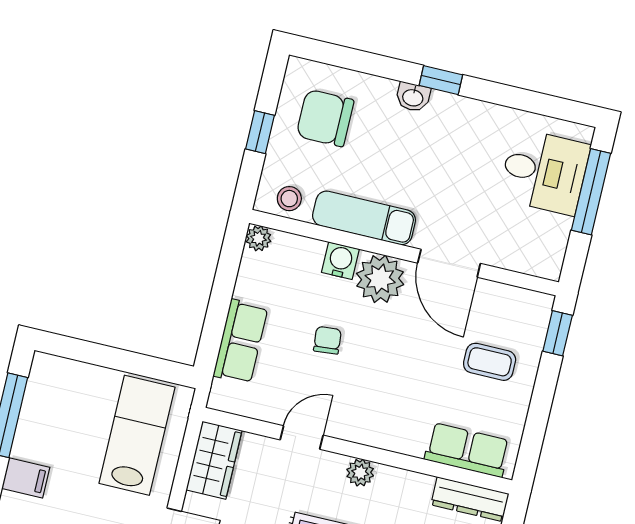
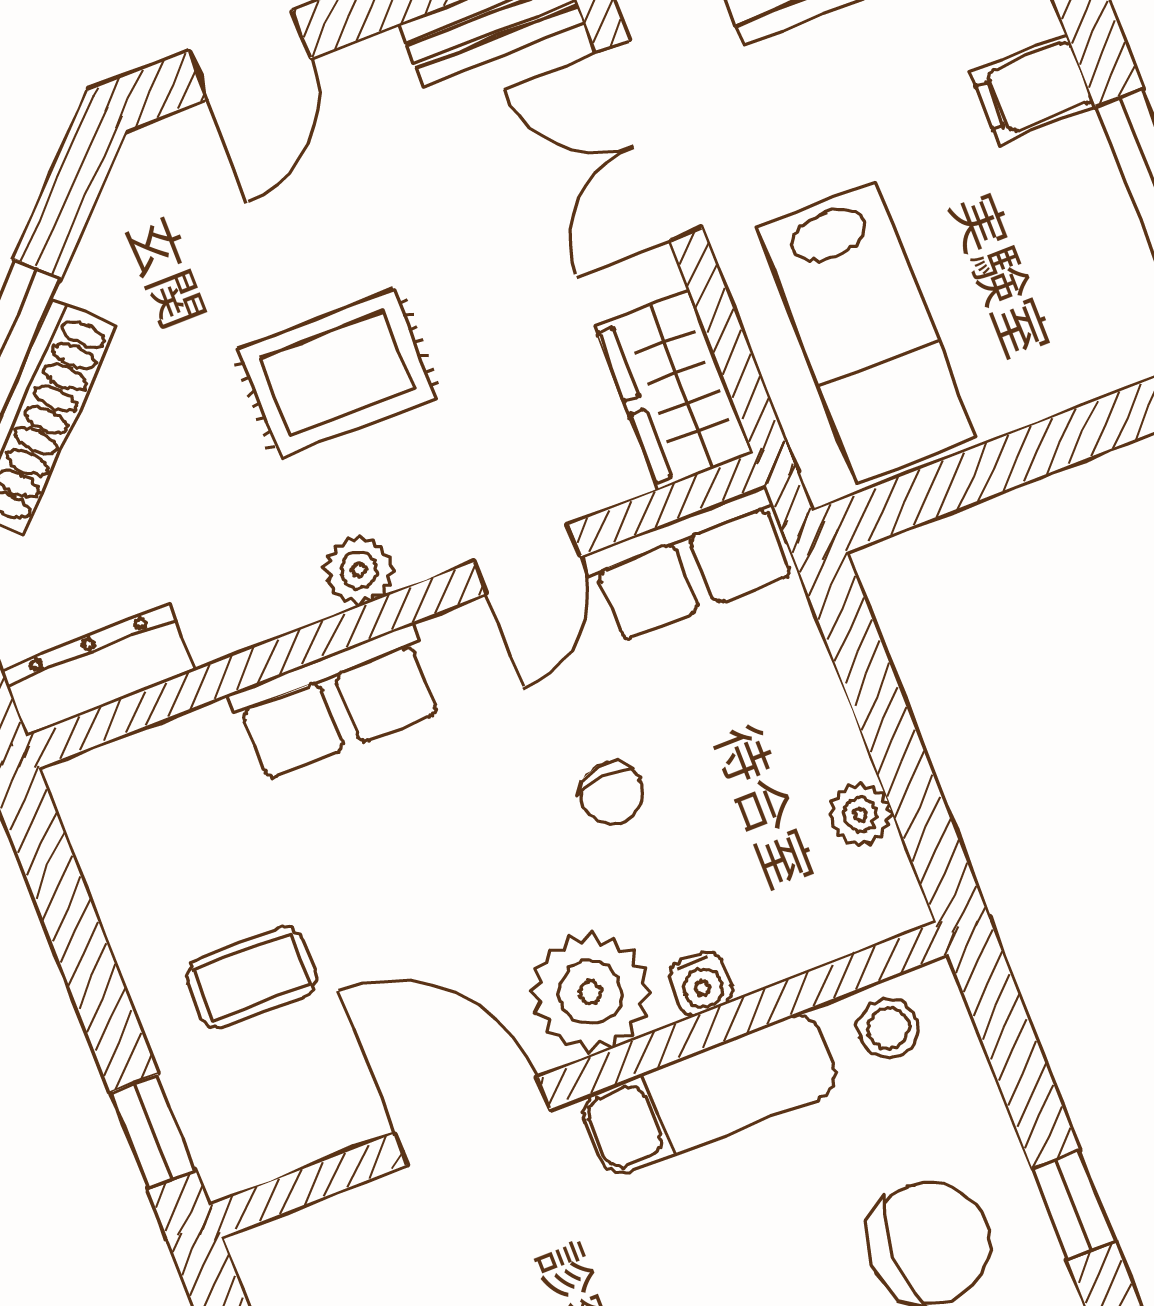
window: (260, 132) -> (1073, 1205), moved
plant: (258, 238) -> (860, 814), moved
water cooler: (340, 261) -> (701, 984), width x0.72, depth x0.72
row of seats: (241, 342) -> (691, 564), moved, turned -90
row of seats: (467, 450) -> (336, 703), moved

